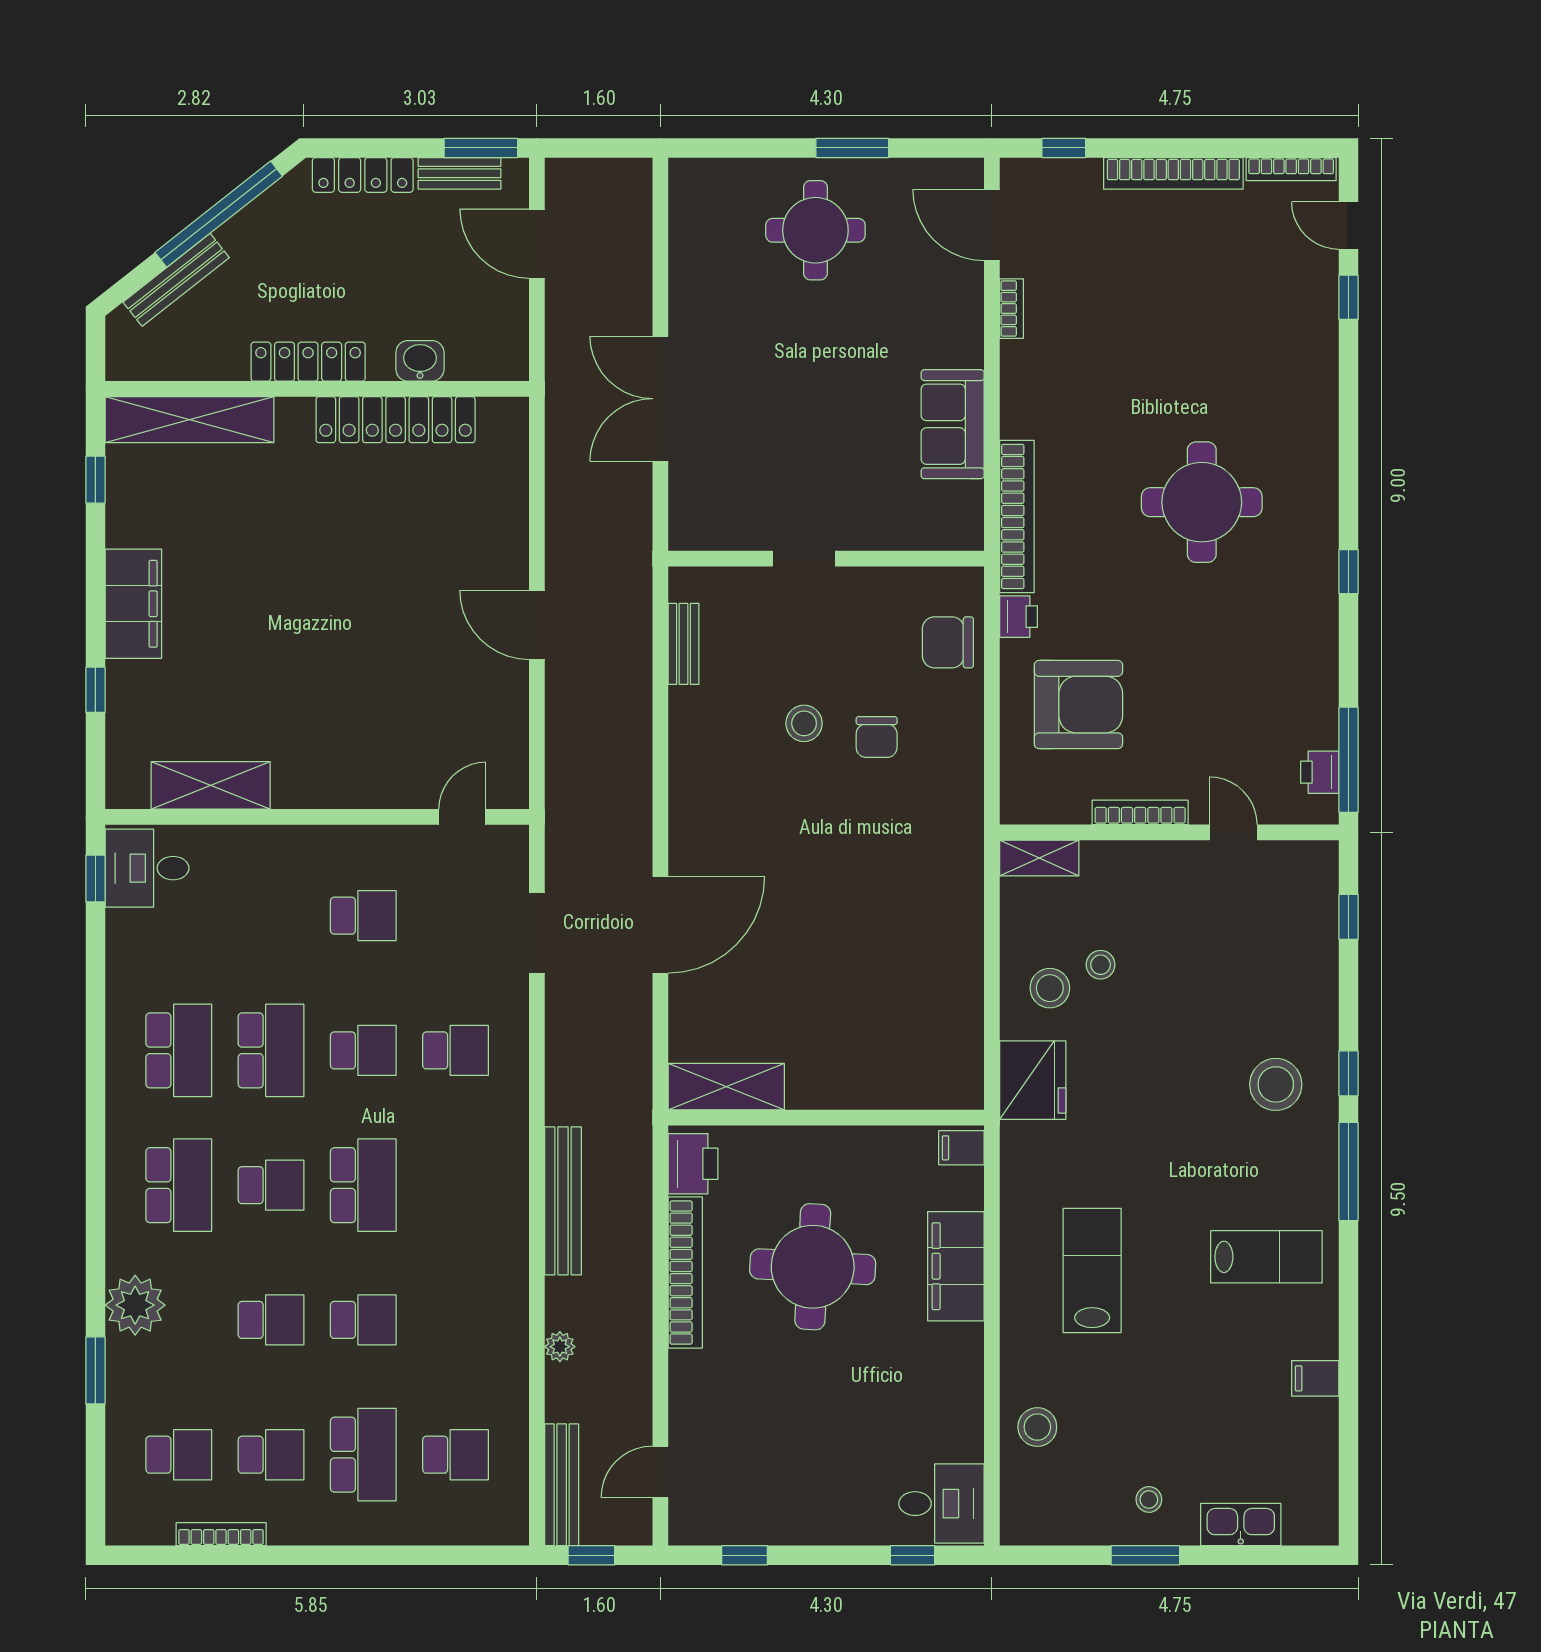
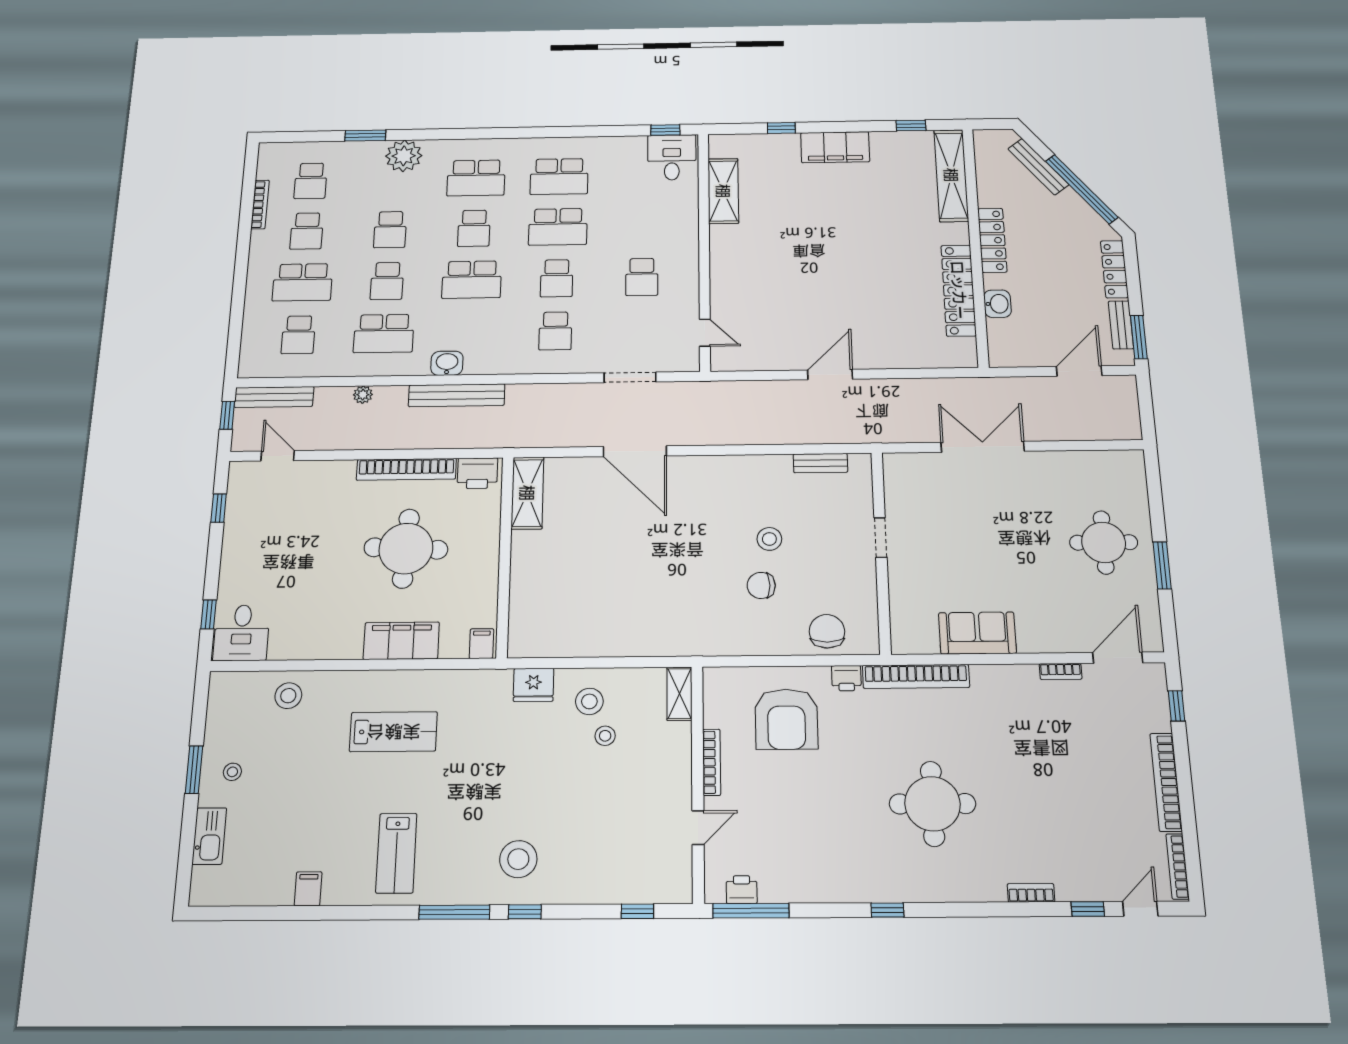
bookcase: (1326, 373) -> (1031, 893), added
fridge: (1033, 1080) -> (534, 685), width x0.73, depth x0.75
washbasin: (508, 1218) -> (447, 363), added
school desk: (455, 1320) -> (384, 333), added

